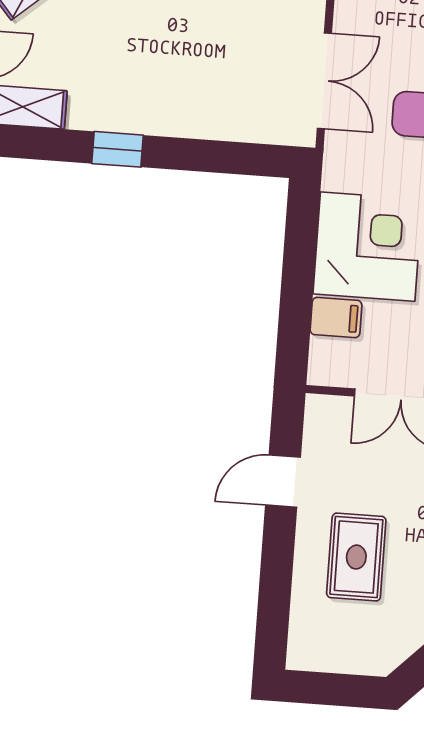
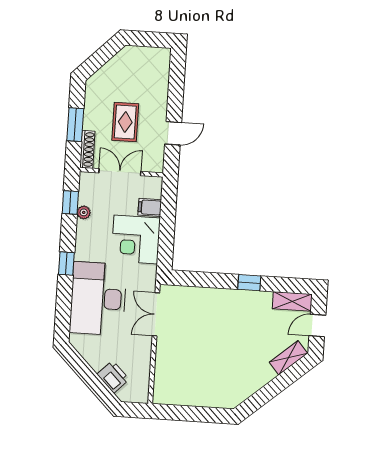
rug: (356, 557) -> (125, 122), moved

